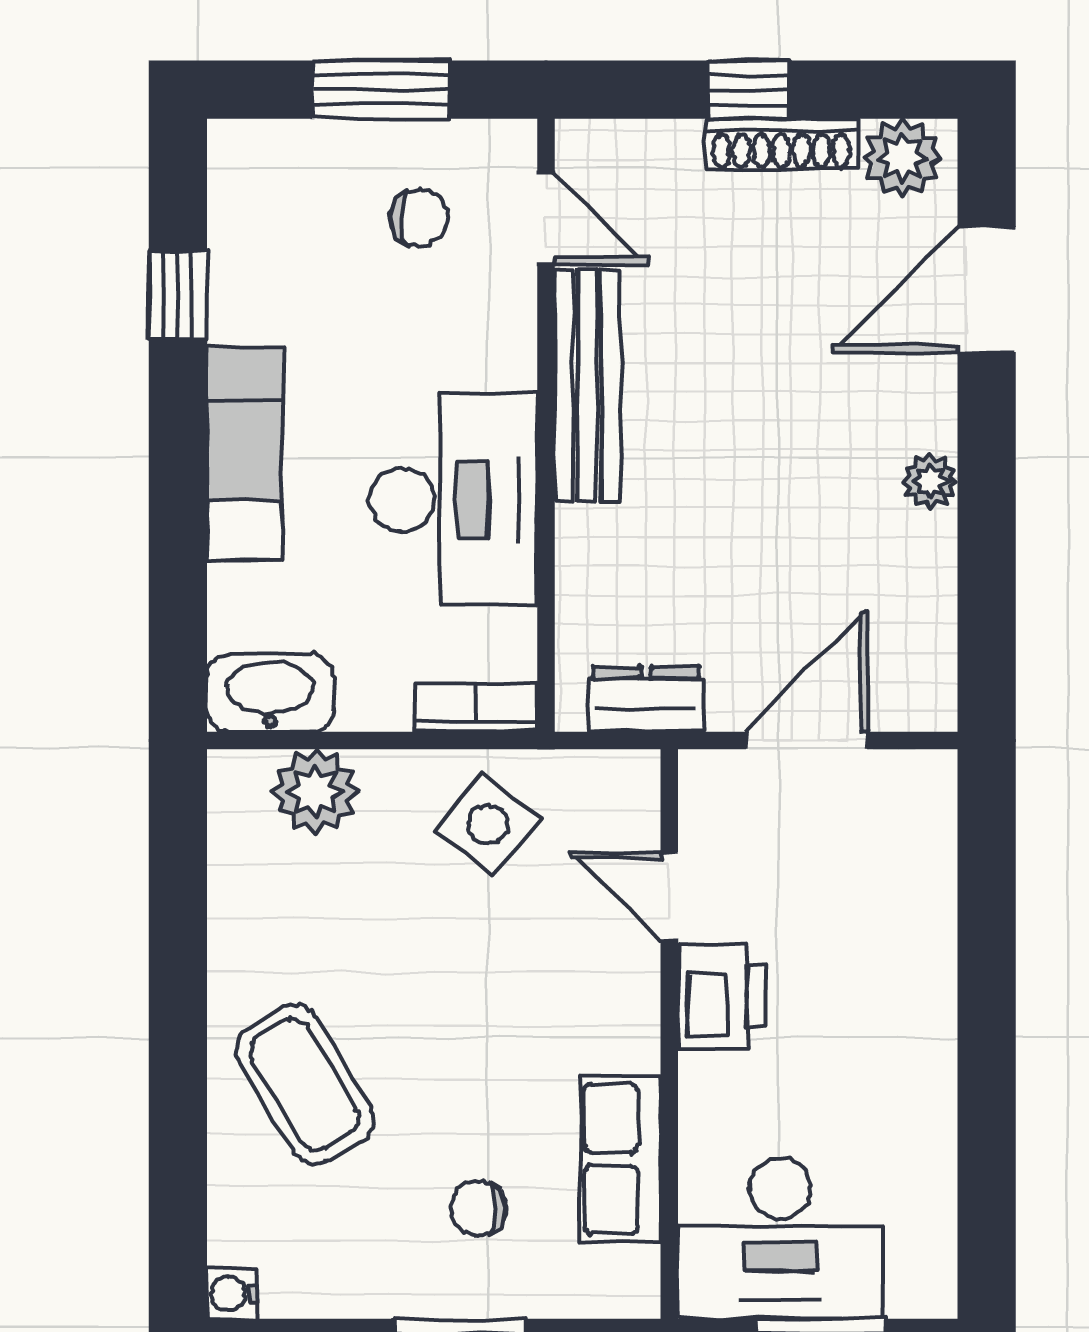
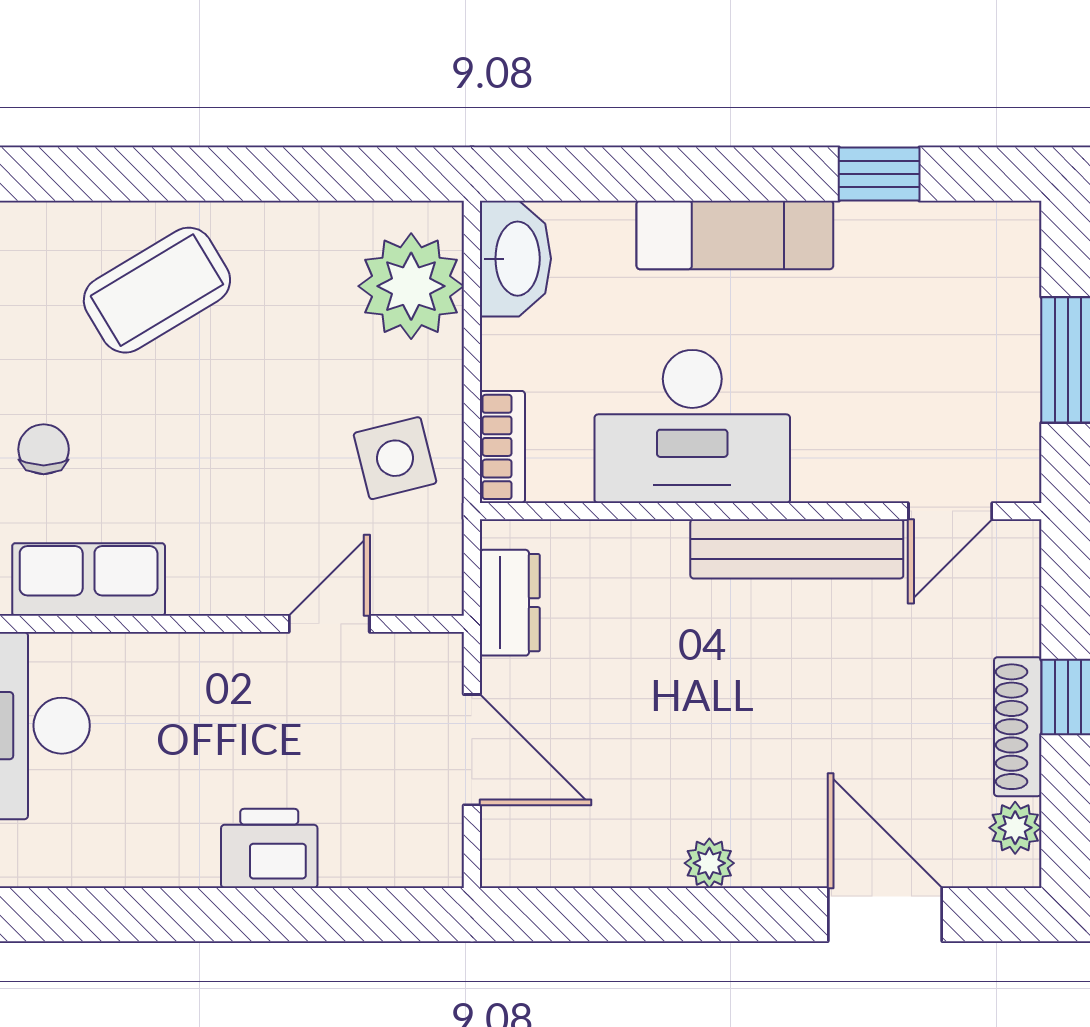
plant: (902, 158) -> (1015, 828), width x0.73, depth x0.73
chair: (419, 218) -> (950, 395), removed
plant: (316, 792) -> (411, 286), width x1.36, depth x1.36
side table: (488, 825) -> (395, 458), turned 37
printer: (721, 996) -> (269, 848), moved, turned 180

